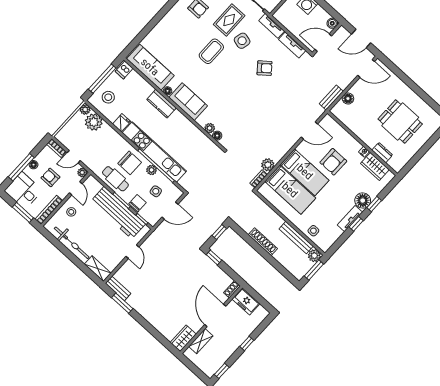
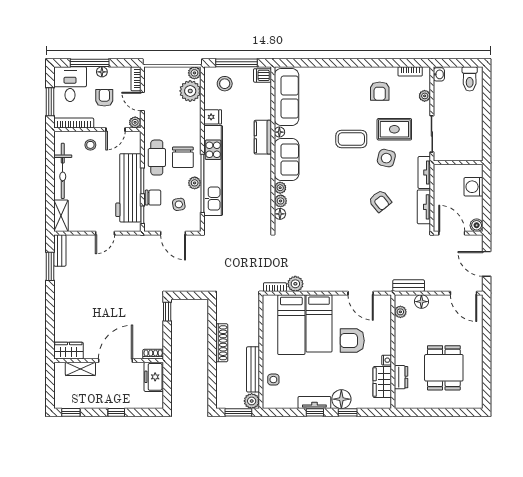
plant: (343, 117) -> (400, 312), added
plant: (202, 121) -> (280, 188), added
window: (219, 232) -> (194, 295), removed

